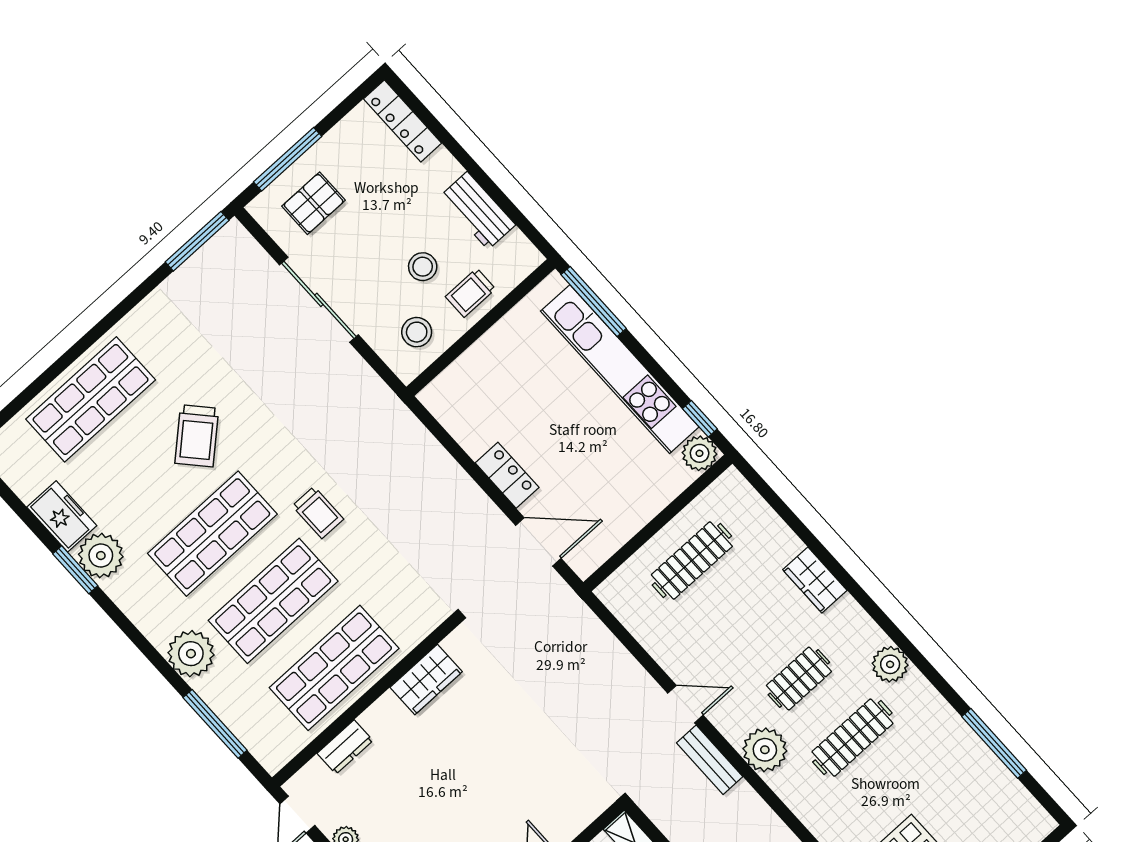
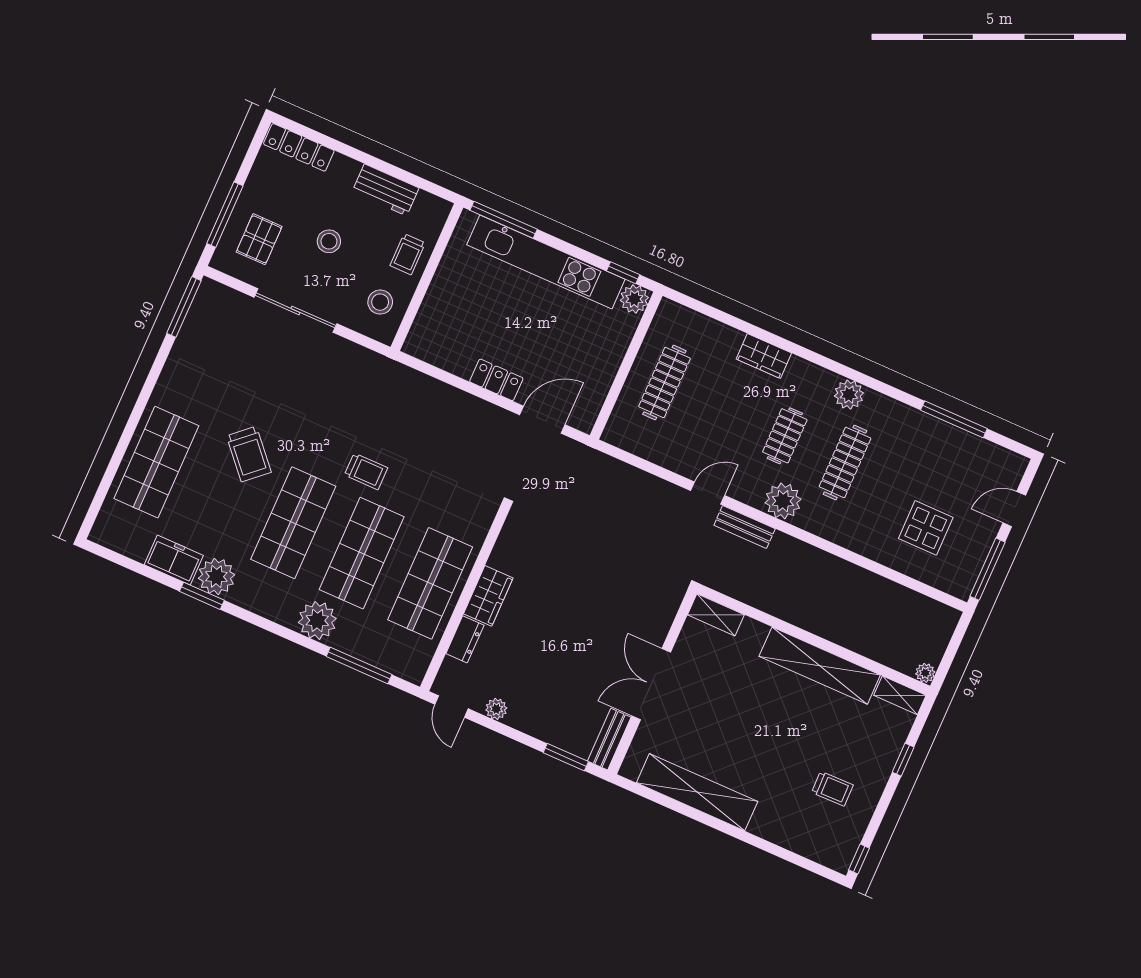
stool: (423, 267) -> (329, 241), moved
wardrobe: (426, 679) -> (488, 596), moved

